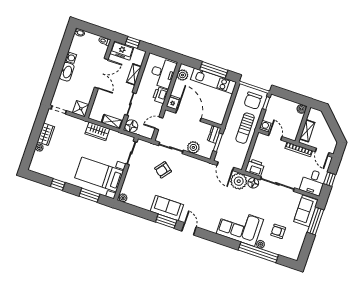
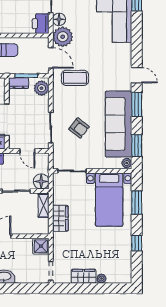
plant: (193, 147) -> (42, 88), moved
door: (225, 166) -> (51, 58), hinge flipped
coffee table: (203, 180) -> (75, 78), added
sofa: (167, 208) -> (119, 124), width x1.85, depth x1.27
window: (134, 210) -> (137, 146), added
door: (189, 229) -> (137, 75), swing flipped

